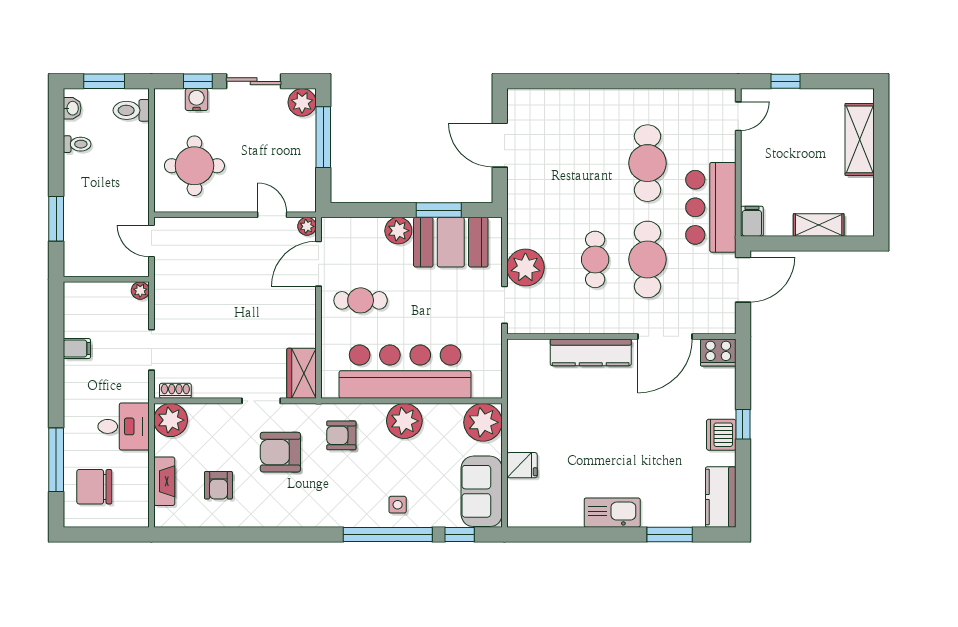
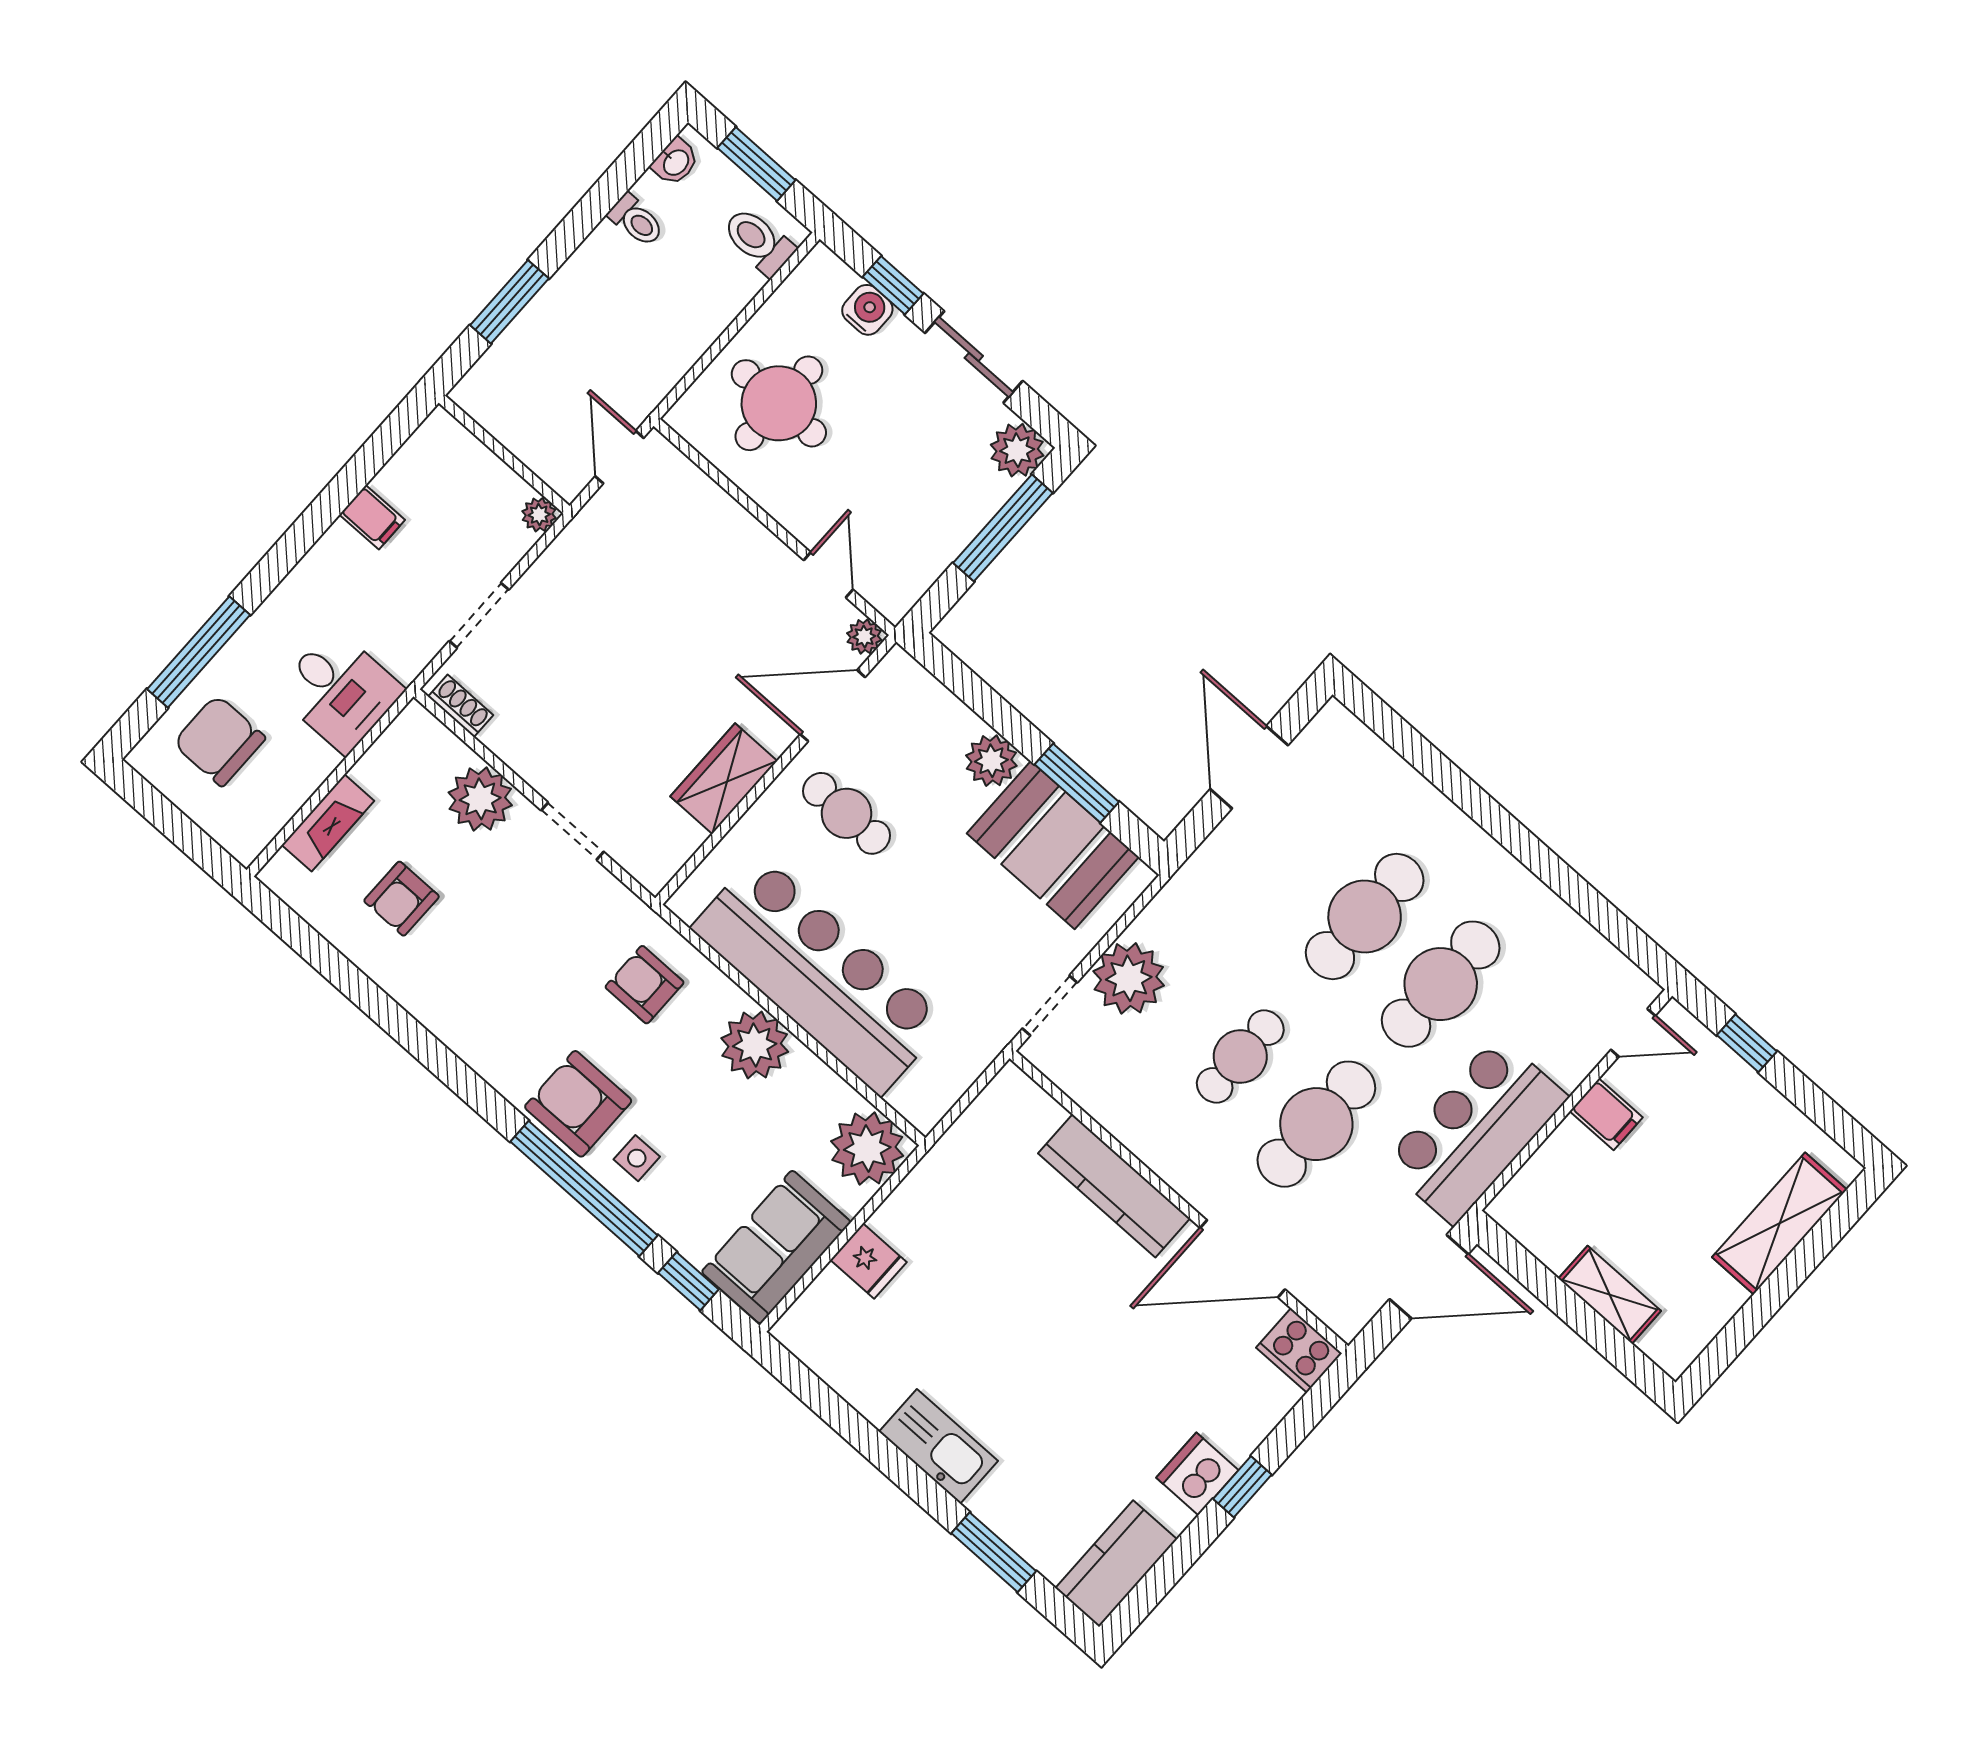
cafe table: (595, 163) -> (1365, 916), added
filing cabinet: (752, 221) -> (1606, 1114), moved, turned 90
wardrobe: (301, 373) -> (724, 779), moved
plant: (171, 420) -> (480, 799), moved
armchair: (280, 452) -> (578, 1104), moved

